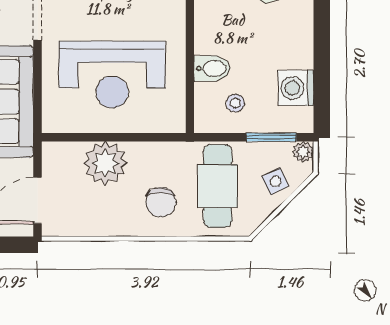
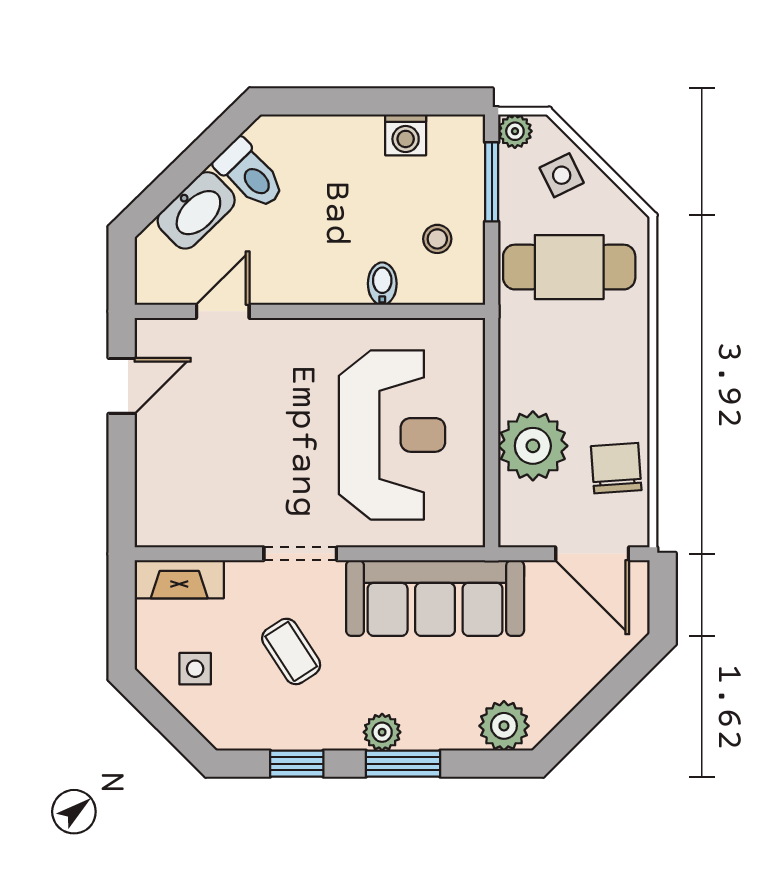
bidet: (212, 68) -> (382, 284), width x0.72, depth x0.74
washing machine: (296, 88) -> (406, 135), width x0.73, depth x0.73
chair: (161, 202) -> (616, 468), moved, turned -94

